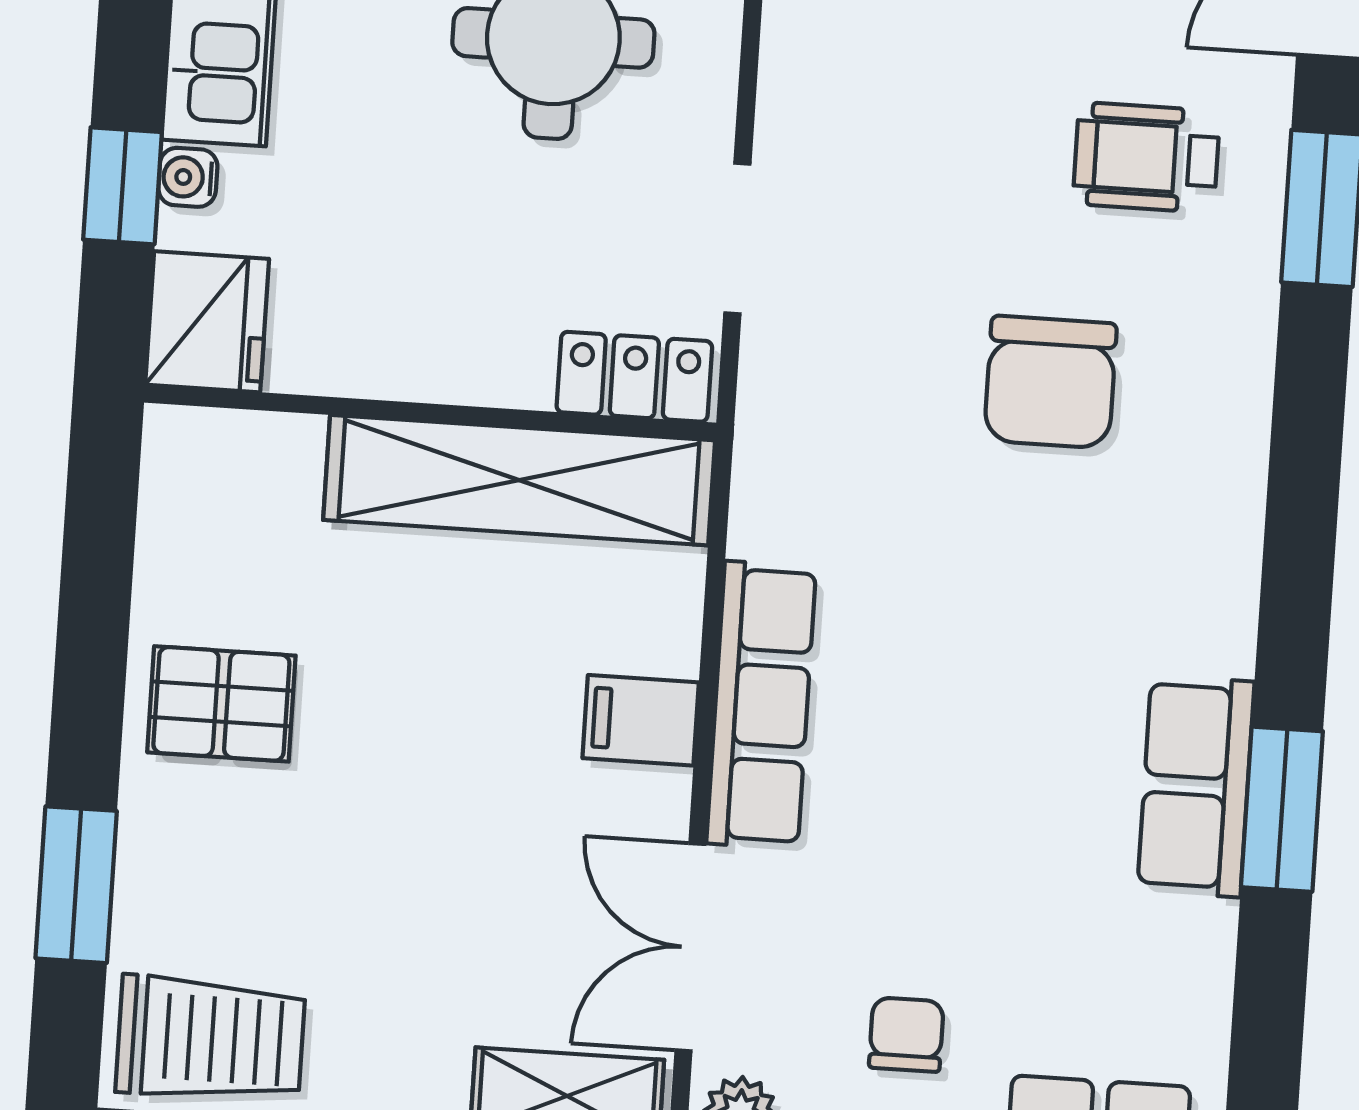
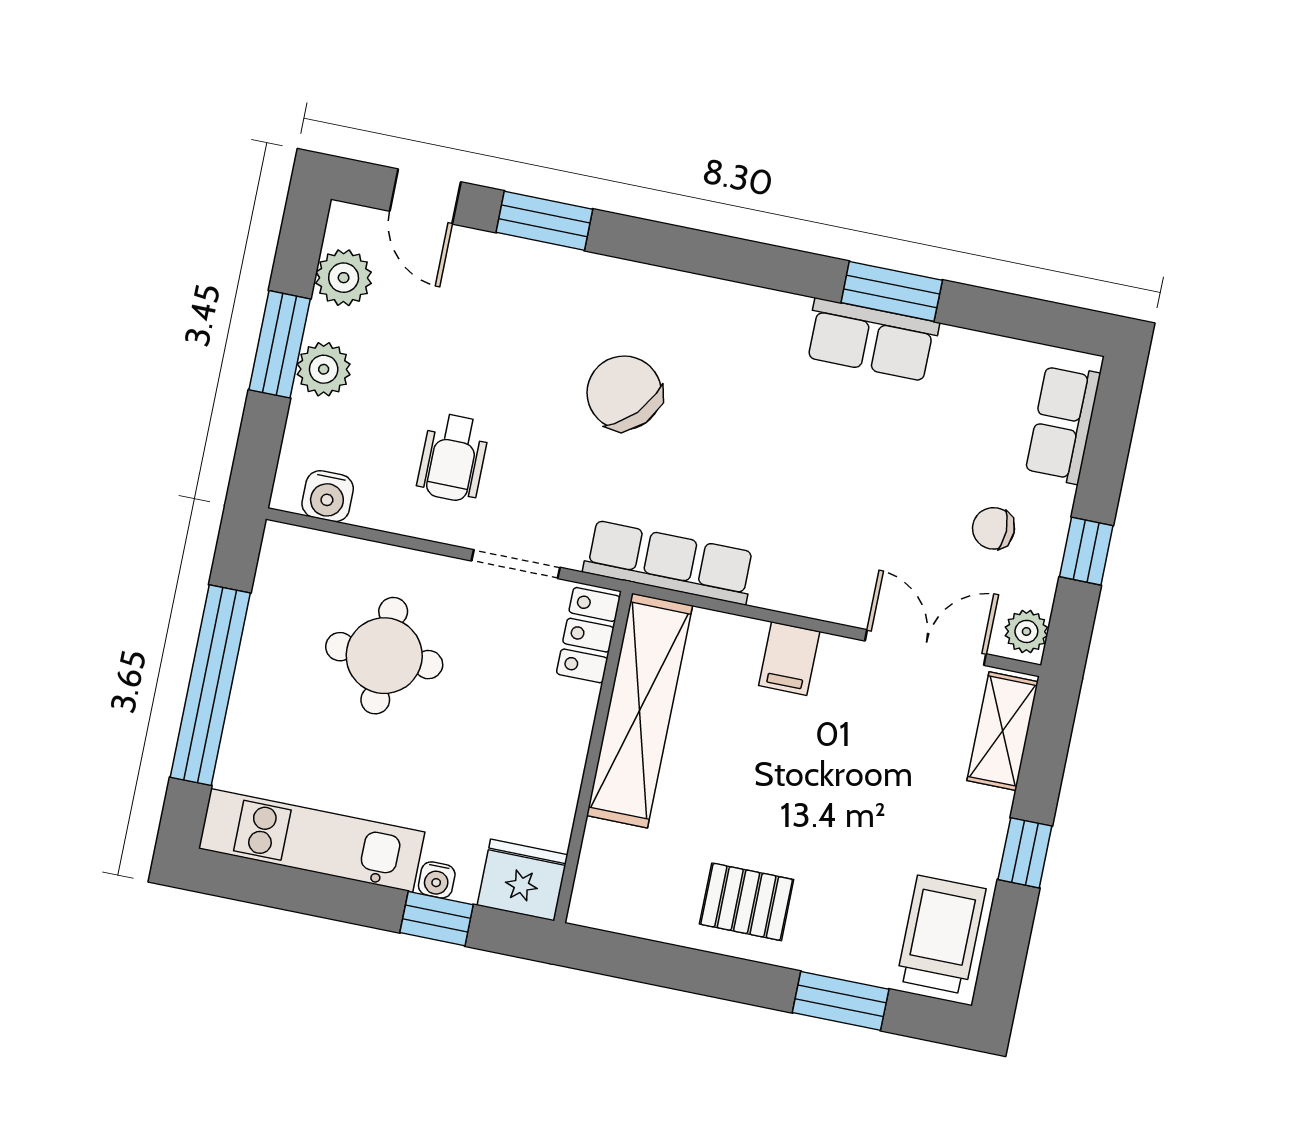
wheelchair: (1146, 157) -> (453, 458), moved
chair: (1050, 382) -> (624, 393), turned -137
pallet: (221, 704) -> (747, 902), turned 90
row of seats: (761, 705) -> (669, 562), moved
double door: (690, 947) -> (926, 647), swing flipped

